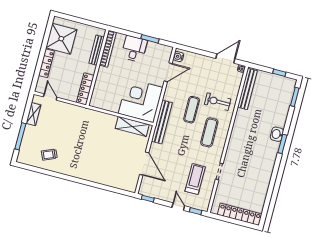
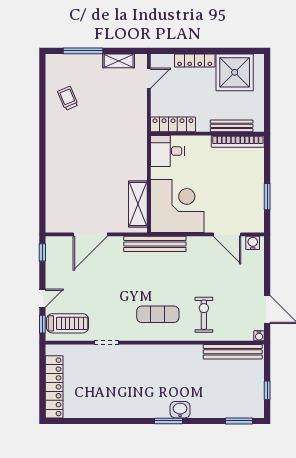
desk: (134, 49) -> (167, 151), moved, turned 180
exercise mat: (192, 110) -> (183, 281), removed
treadmill: (195, 179) -> (68, 323), moved

